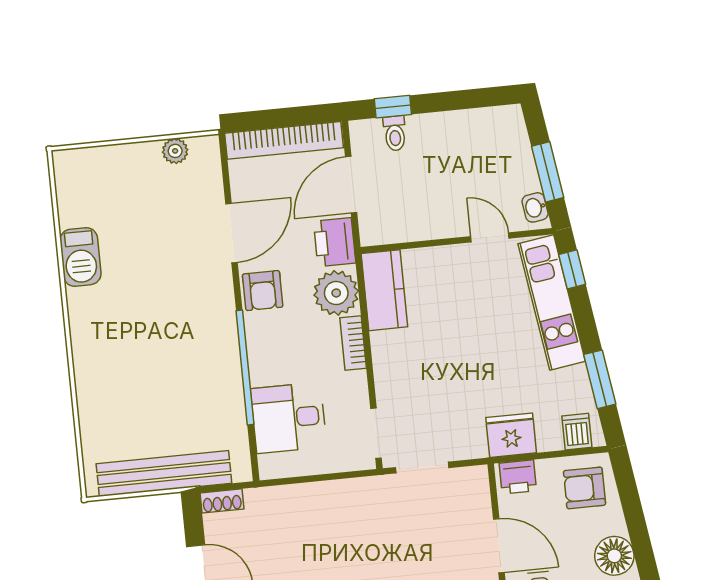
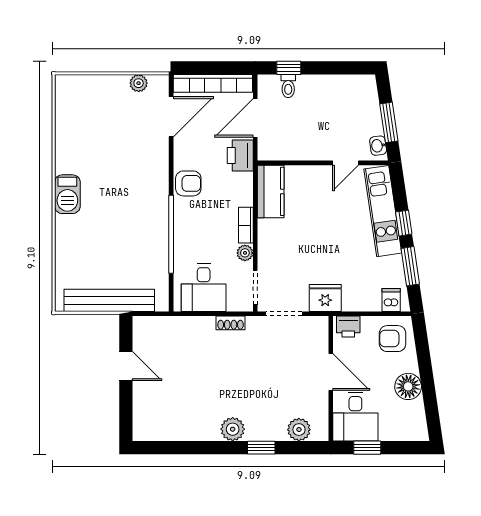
door: (232, 233) -> (171, 117), moved
door: (490, 237) -> (345, 163), swing flipped
barbecue: (80, 257) -> (67, 194), moved
window: (572, 269) -> (404, 223), moved
armchair: (263, 291) -> (188, 183), turned -90
plant: (336, 293) -> (245, 253), moved, width x0.53, depth x0.53
desk: (289, 418) -> (204, 288), moved, turned -90
fridge: (511, 435) -> (325, 298), moved
shoe rack: (222, 501) -> (231, 323), moved

